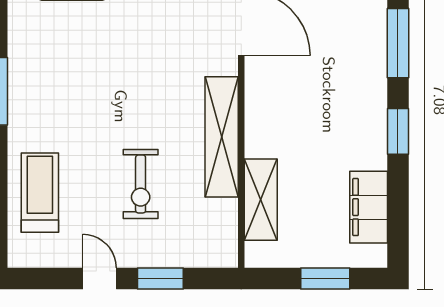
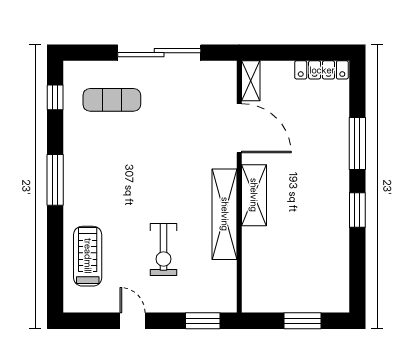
shelving: (261, 200) -> (254, 195), moved
filing cabinet: (369, 207) -> (335, 267), removed
window: (160, 278) -> (203, 321), moved

